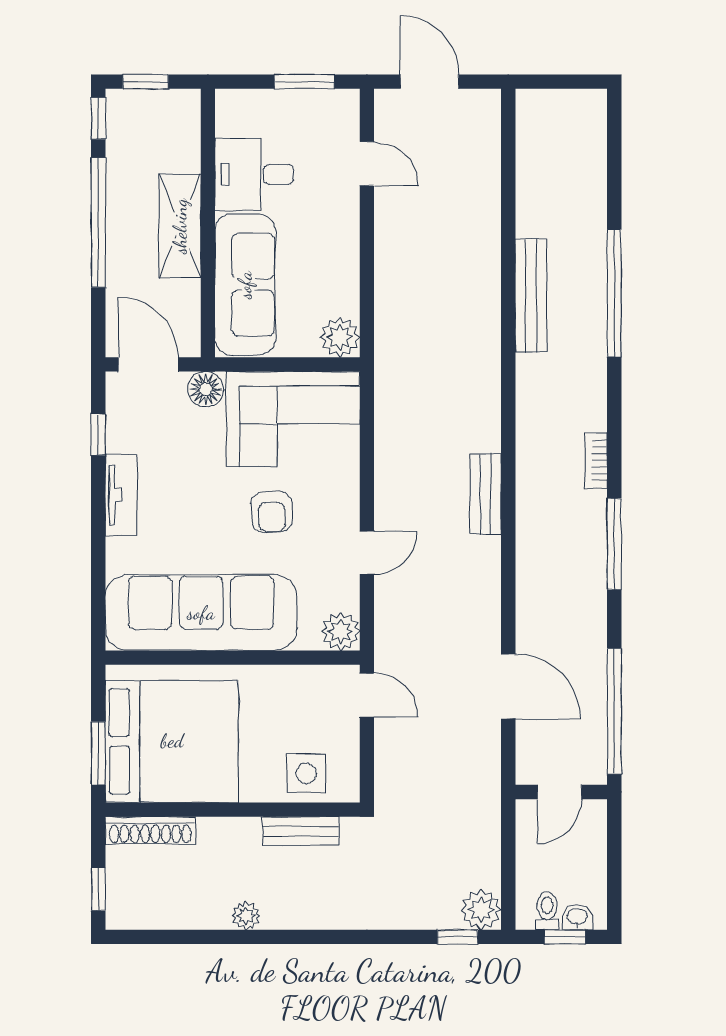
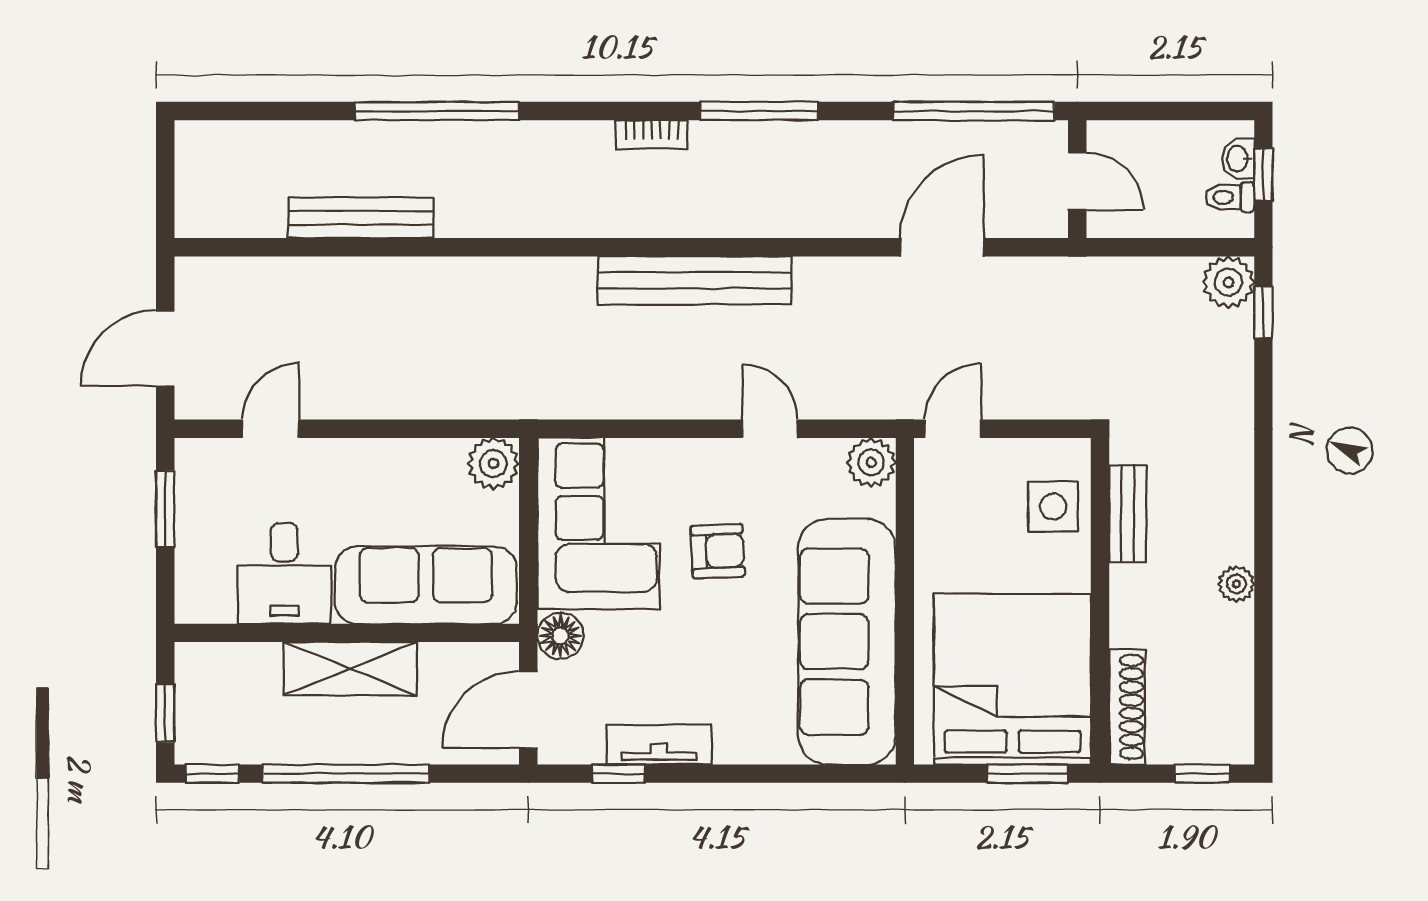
bench: (531, 296) -> (361, 218), moved
bench: (486, 494) -> (694, 280), width x1.86, depth x1.21
tv unit: (121, 495) -> (659, 745), moved

